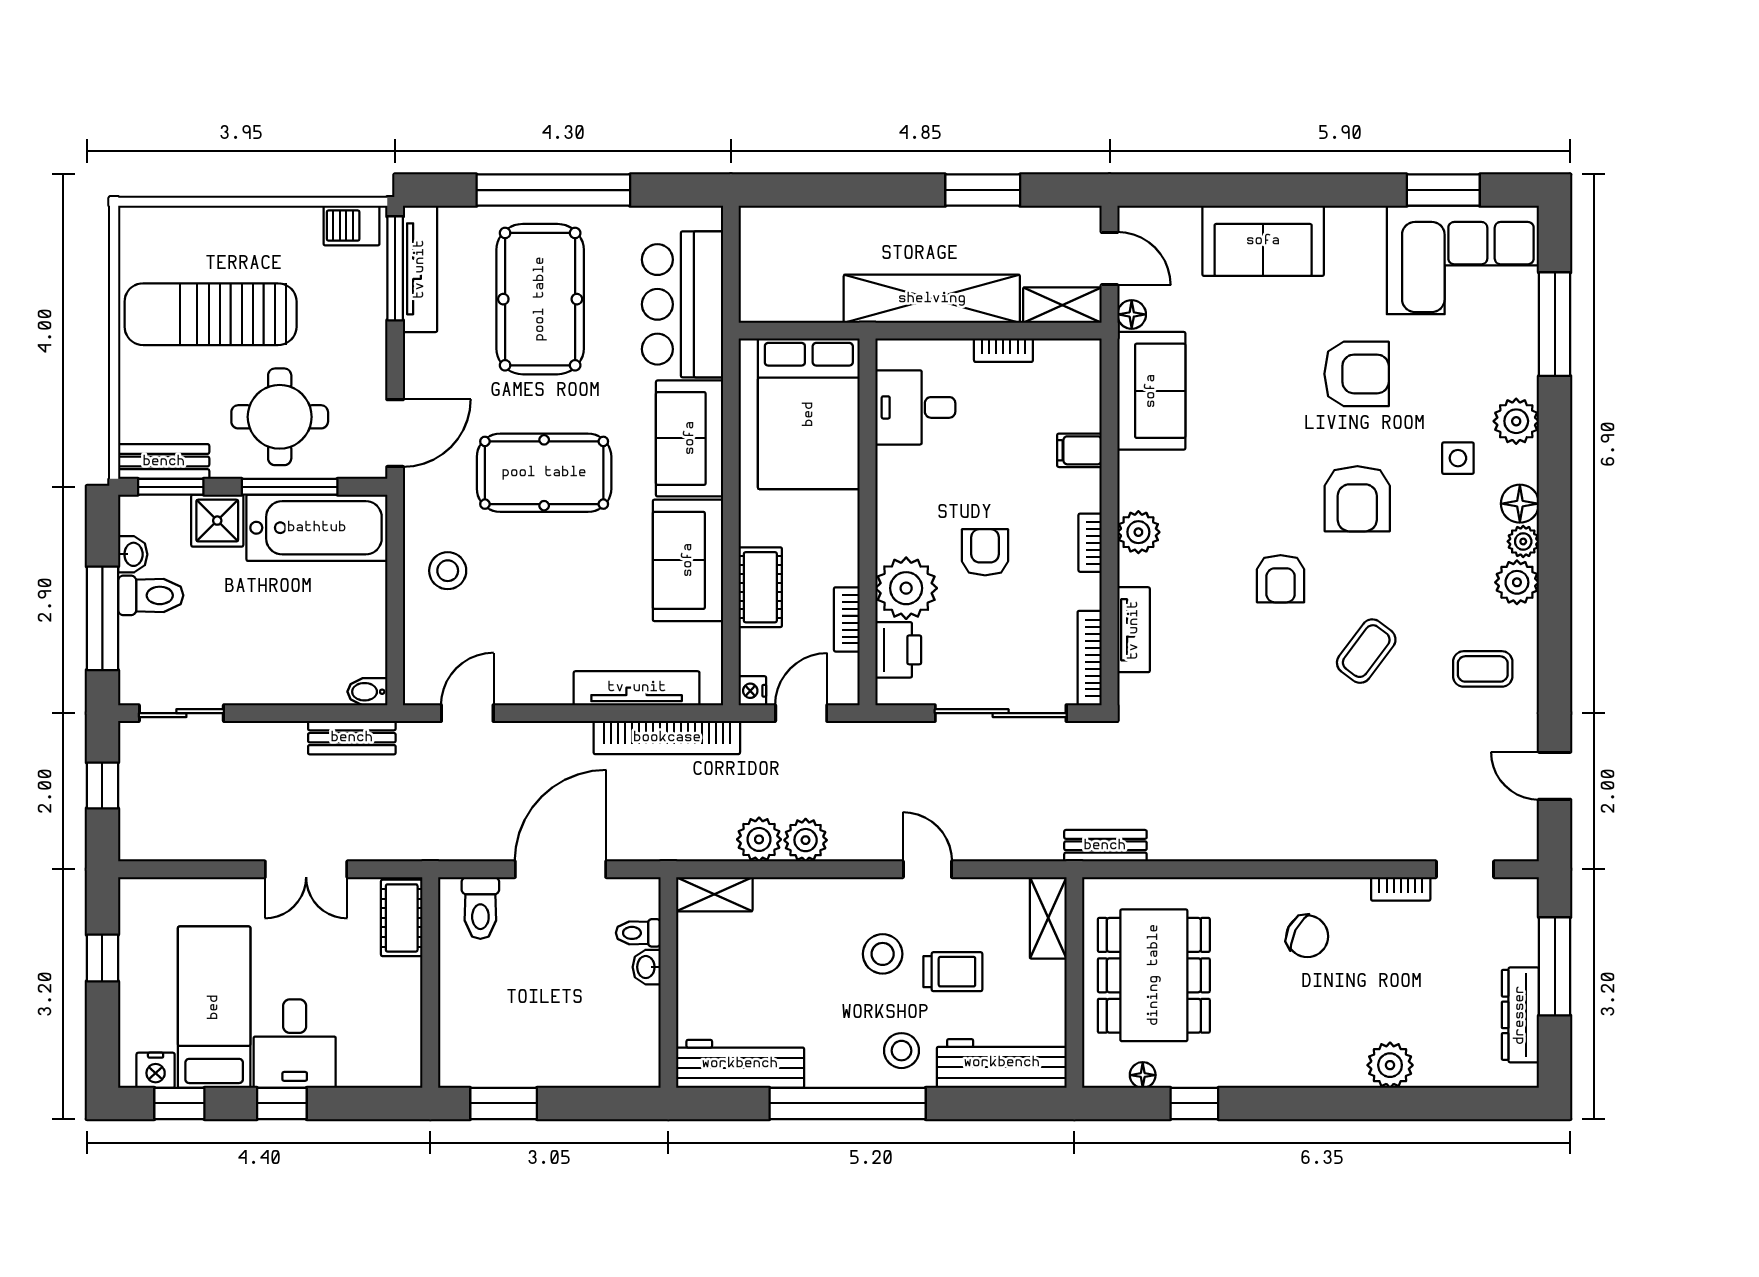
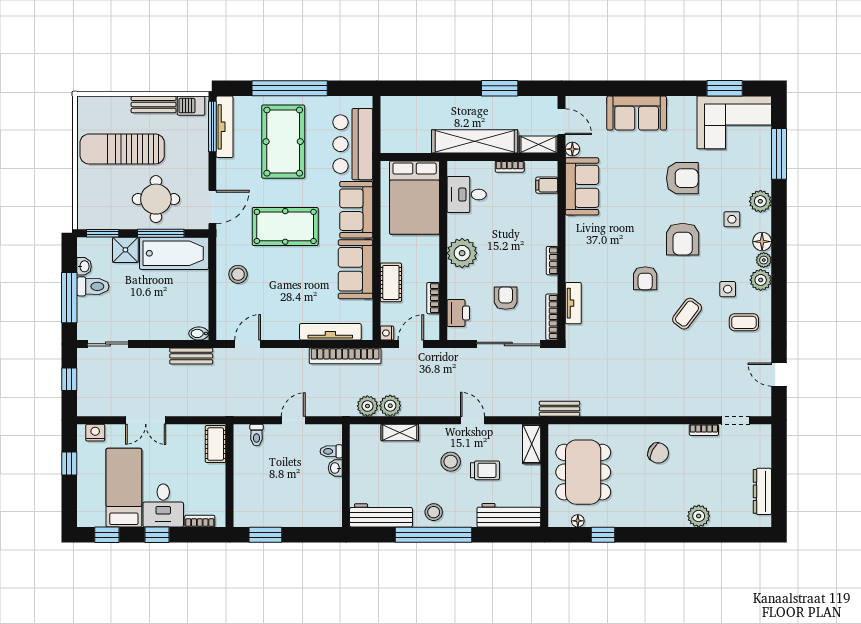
filing cabinet: (1079, 450) -> (547, 185), moved
bench: (164, 462) -> (154, 104), moved
plant: (1138, 532) -> (576, 255), removed
armchair: (985, 552) -> (506, 298), moved
plant: (906, 588) -> (462, 253), moved
side table: (1449, 601) -> (728, 289), added
plant: (806, 840) -> (367, 406), moved
double door: (306, 869) -> (146, 420), moved
door: (561, 869) -> (293, 420), width x0.53
shelving: (714, 894) -> (400, 432), moved
toilet: (480, 908) -> (257, 435), width x0.73, depth x0.72
window: (1555, 966) -> (779, 468), removed
stool: (902, 1051) -> (434, 512), moved
nightstand: (156, 1070) -> (95, 433), moved, turned 180
bookcase: (369, 1076) -> (200, 521), added

